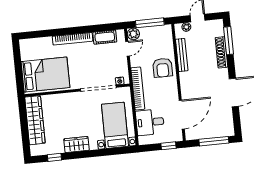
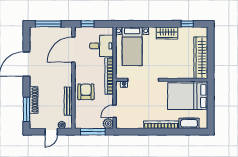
cot: (105, 37) -> (189, 123), moved

